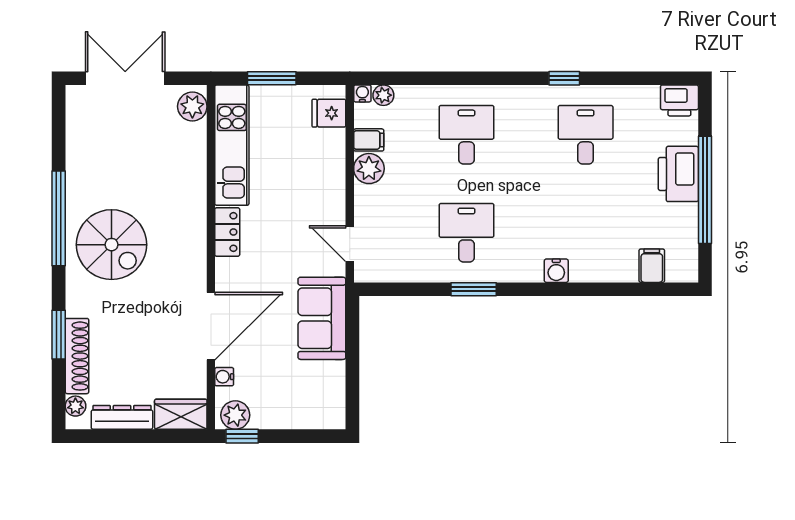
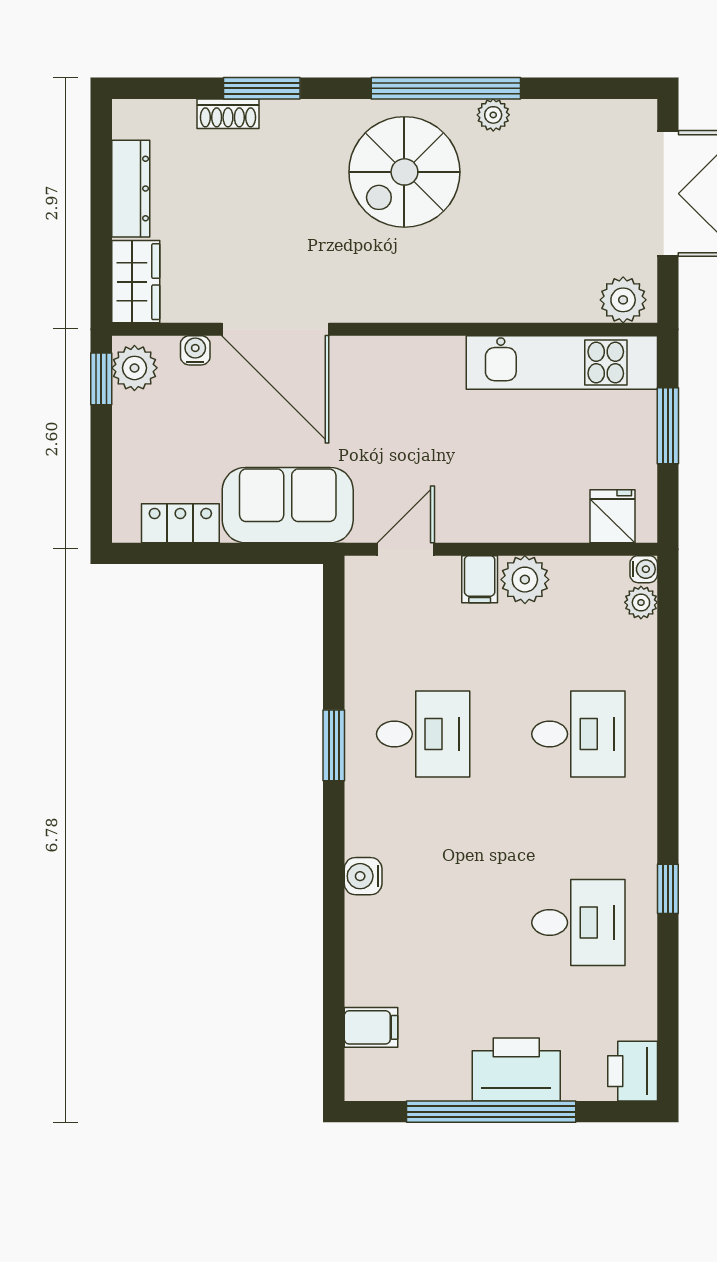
filing cabinet: (369, 140) -> (480, 579), moved
locker: (227, 232) -> (180, 523), moved, turned 180
shoe rack: (77, 356) -> (228, 114), width x0.51, depth x0.81
plant: (75, 406) -> (493, 115), moved

